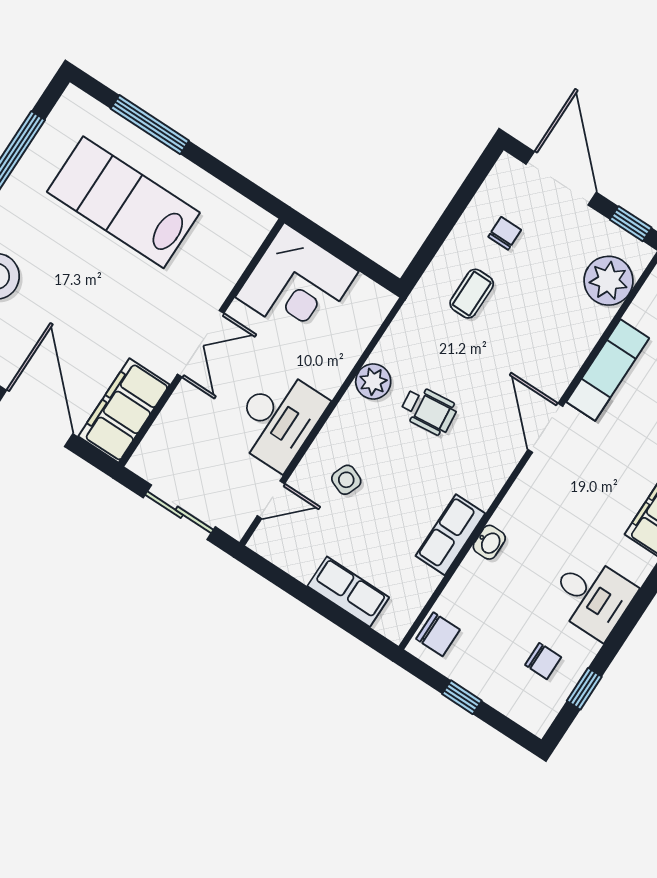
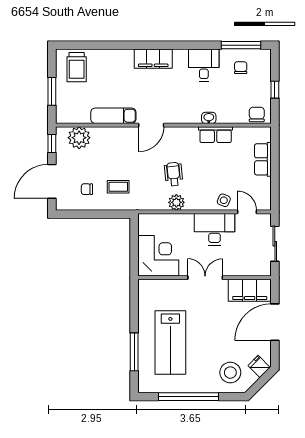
side table: (346, 480) -> (224, 200), moved
window: (584, 689) -> (241, 45), width x2.17

